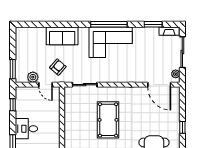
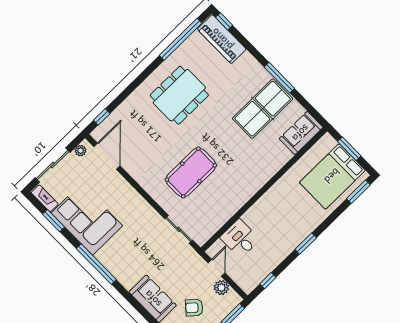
corner sofa: (111, 42) -> (87, 219), moved
armchair: (58, 67) -> (194, 308), moved
window: (182, 127) -> (102, 117), moved
desk: (26, 129) -> (240, 238), moved, turned 180

